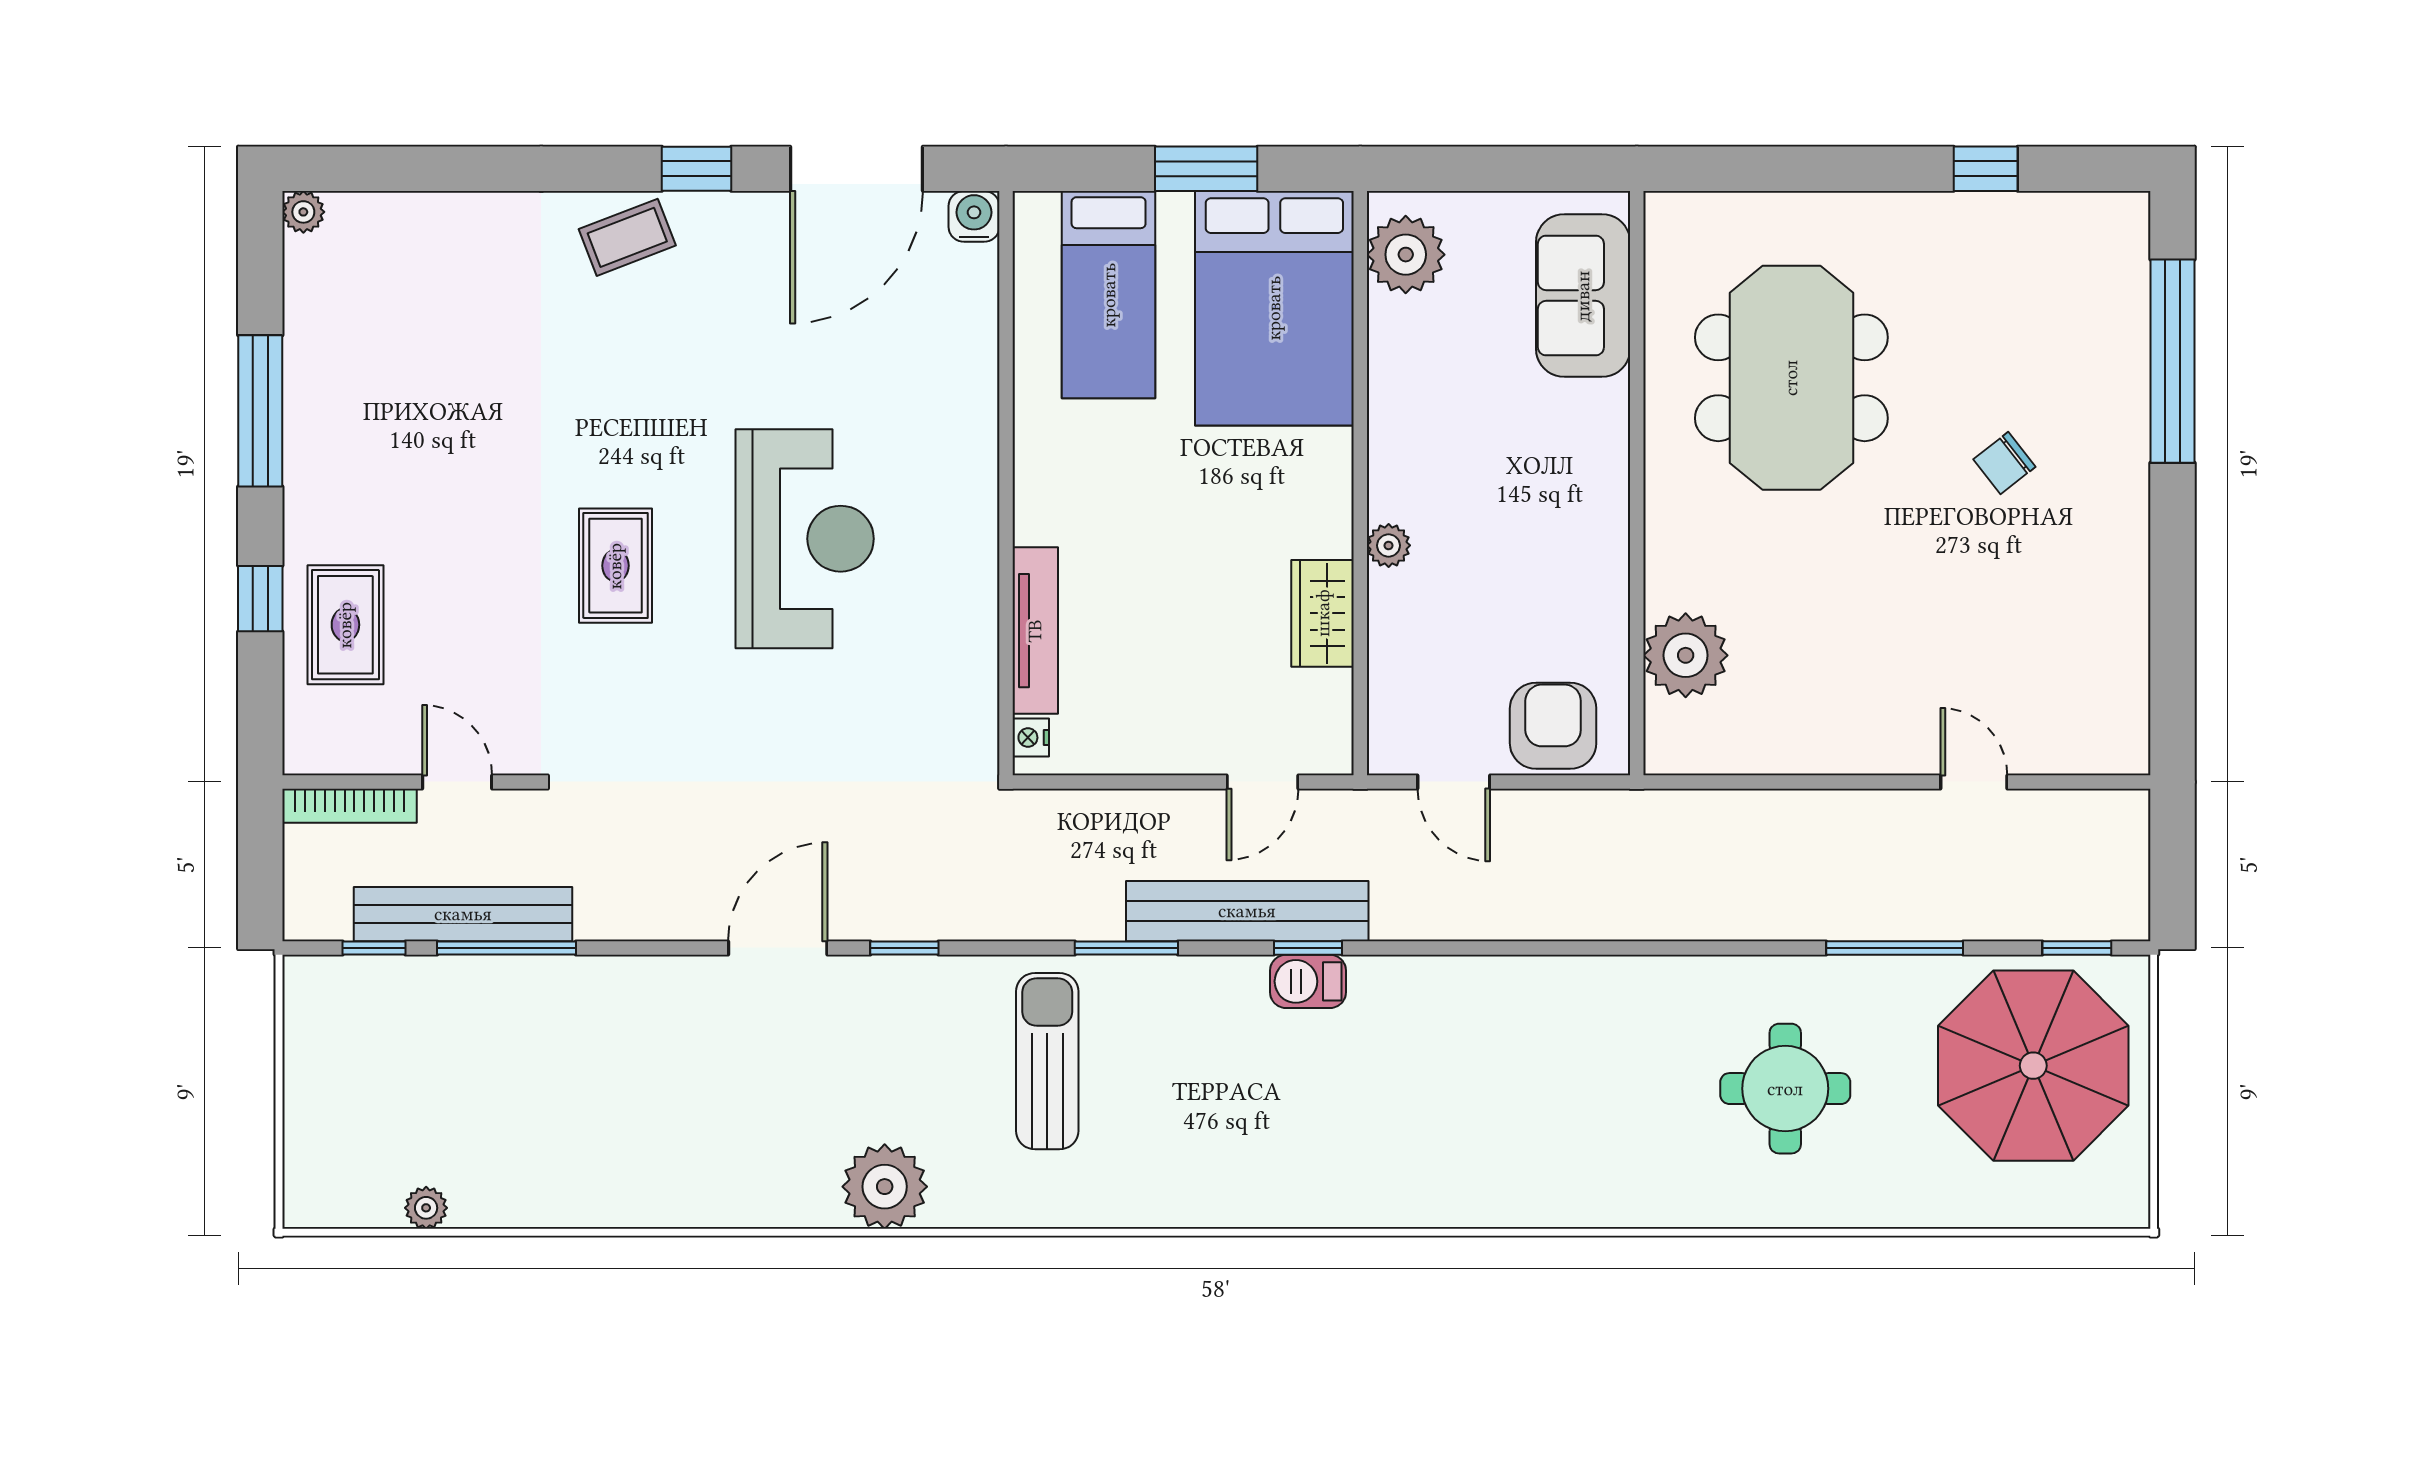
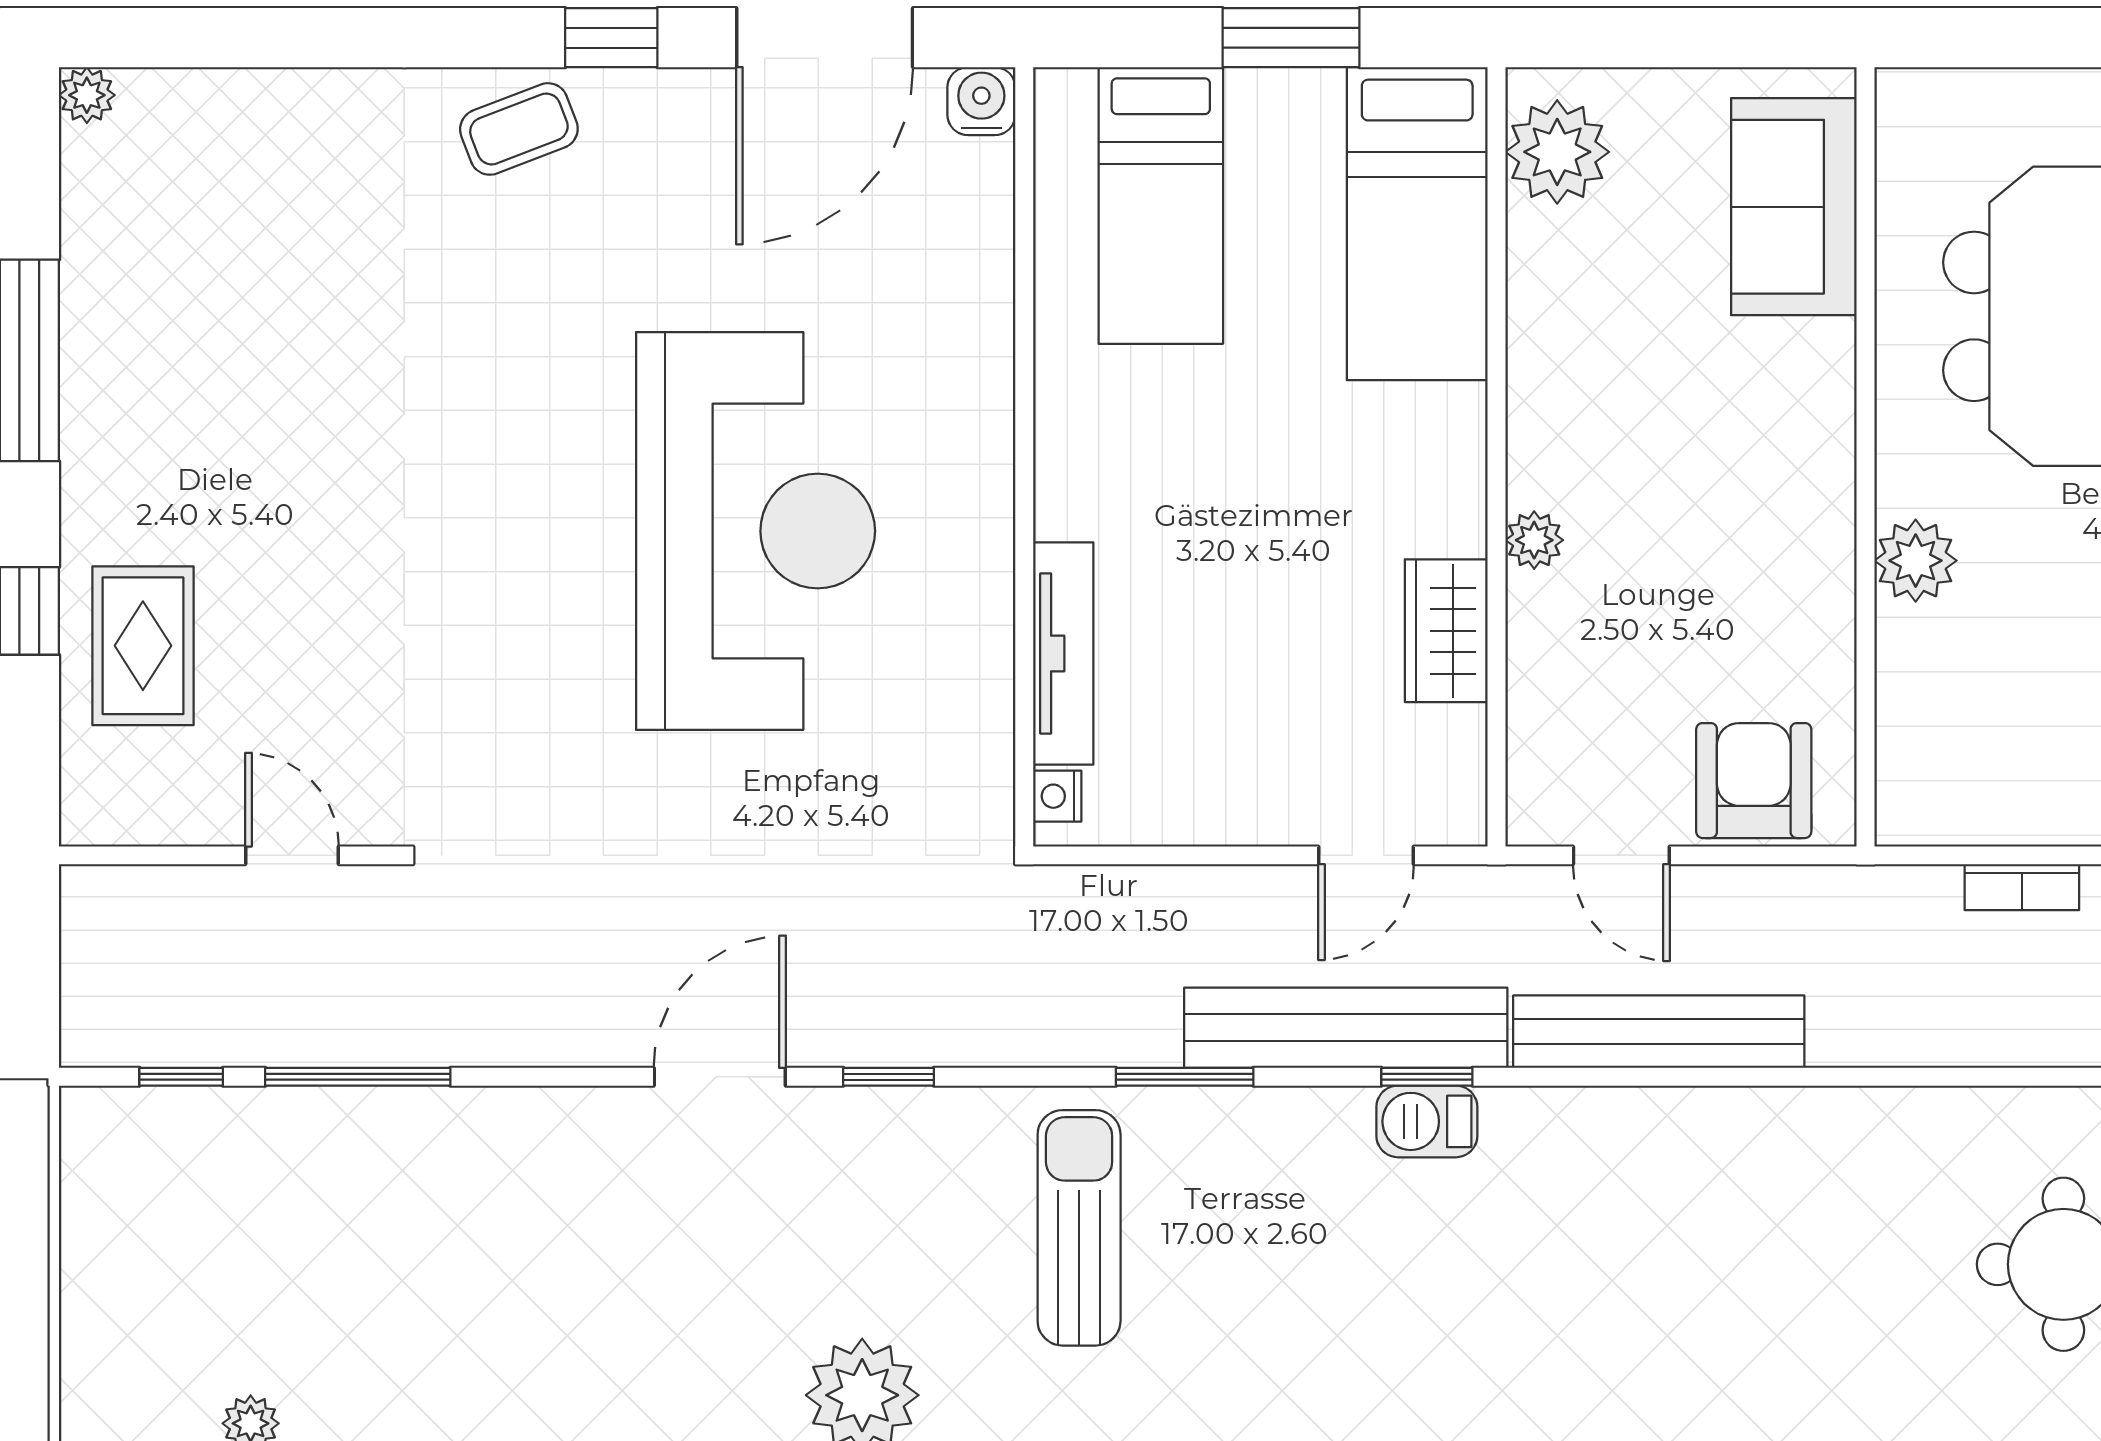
bed: (1274, 308) -> (1417, 224), width x0.67
reception desk: (805, 539) -> (756, 531), width x1.36, depth x1.30
rug: (615, 566) -> (503, 567), removed
plant: (1686, 655) -> (1916, 561), moved, width x0.73, depth x0.73
bookcase: (350, 806) -> (2022, 887), moved, width x0.64
bench: (463, 914) -> (1659, 1032), moved

